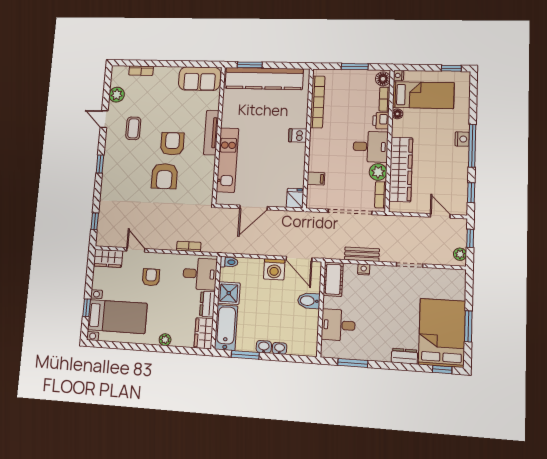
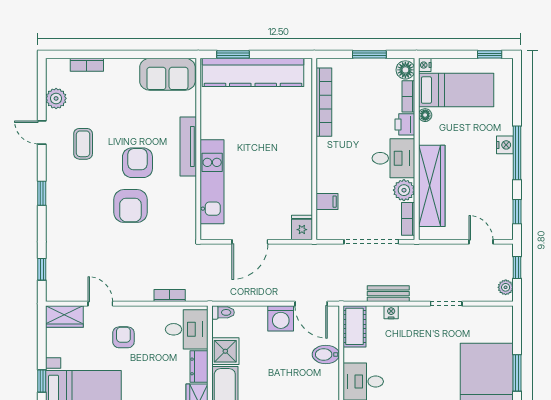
dishwasher: (298, 135) -> (301, 147), removed

